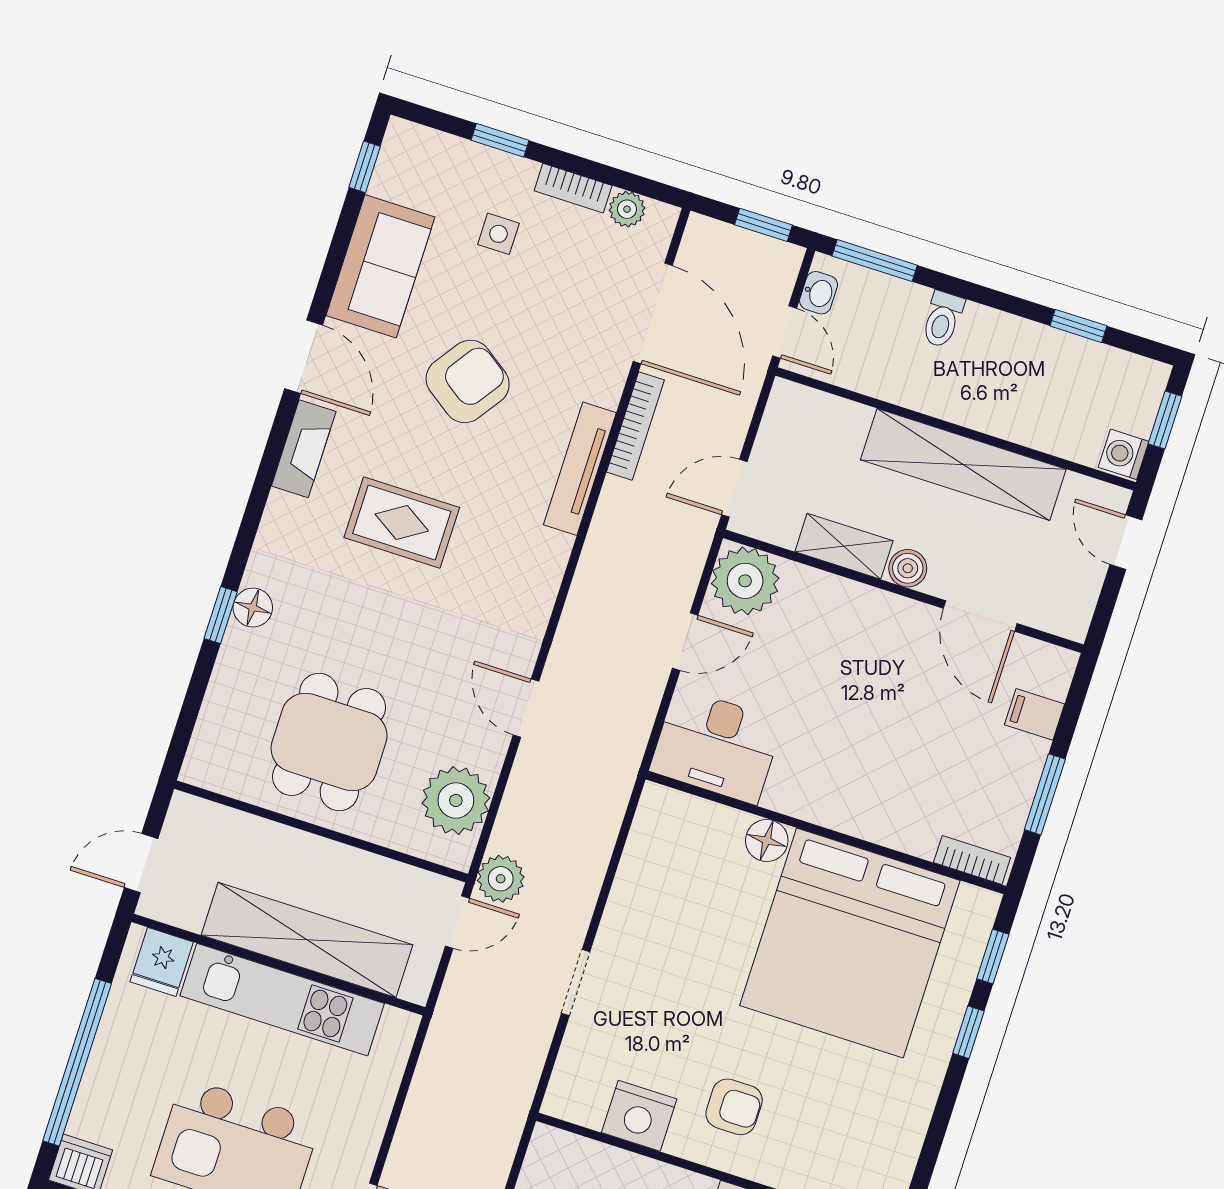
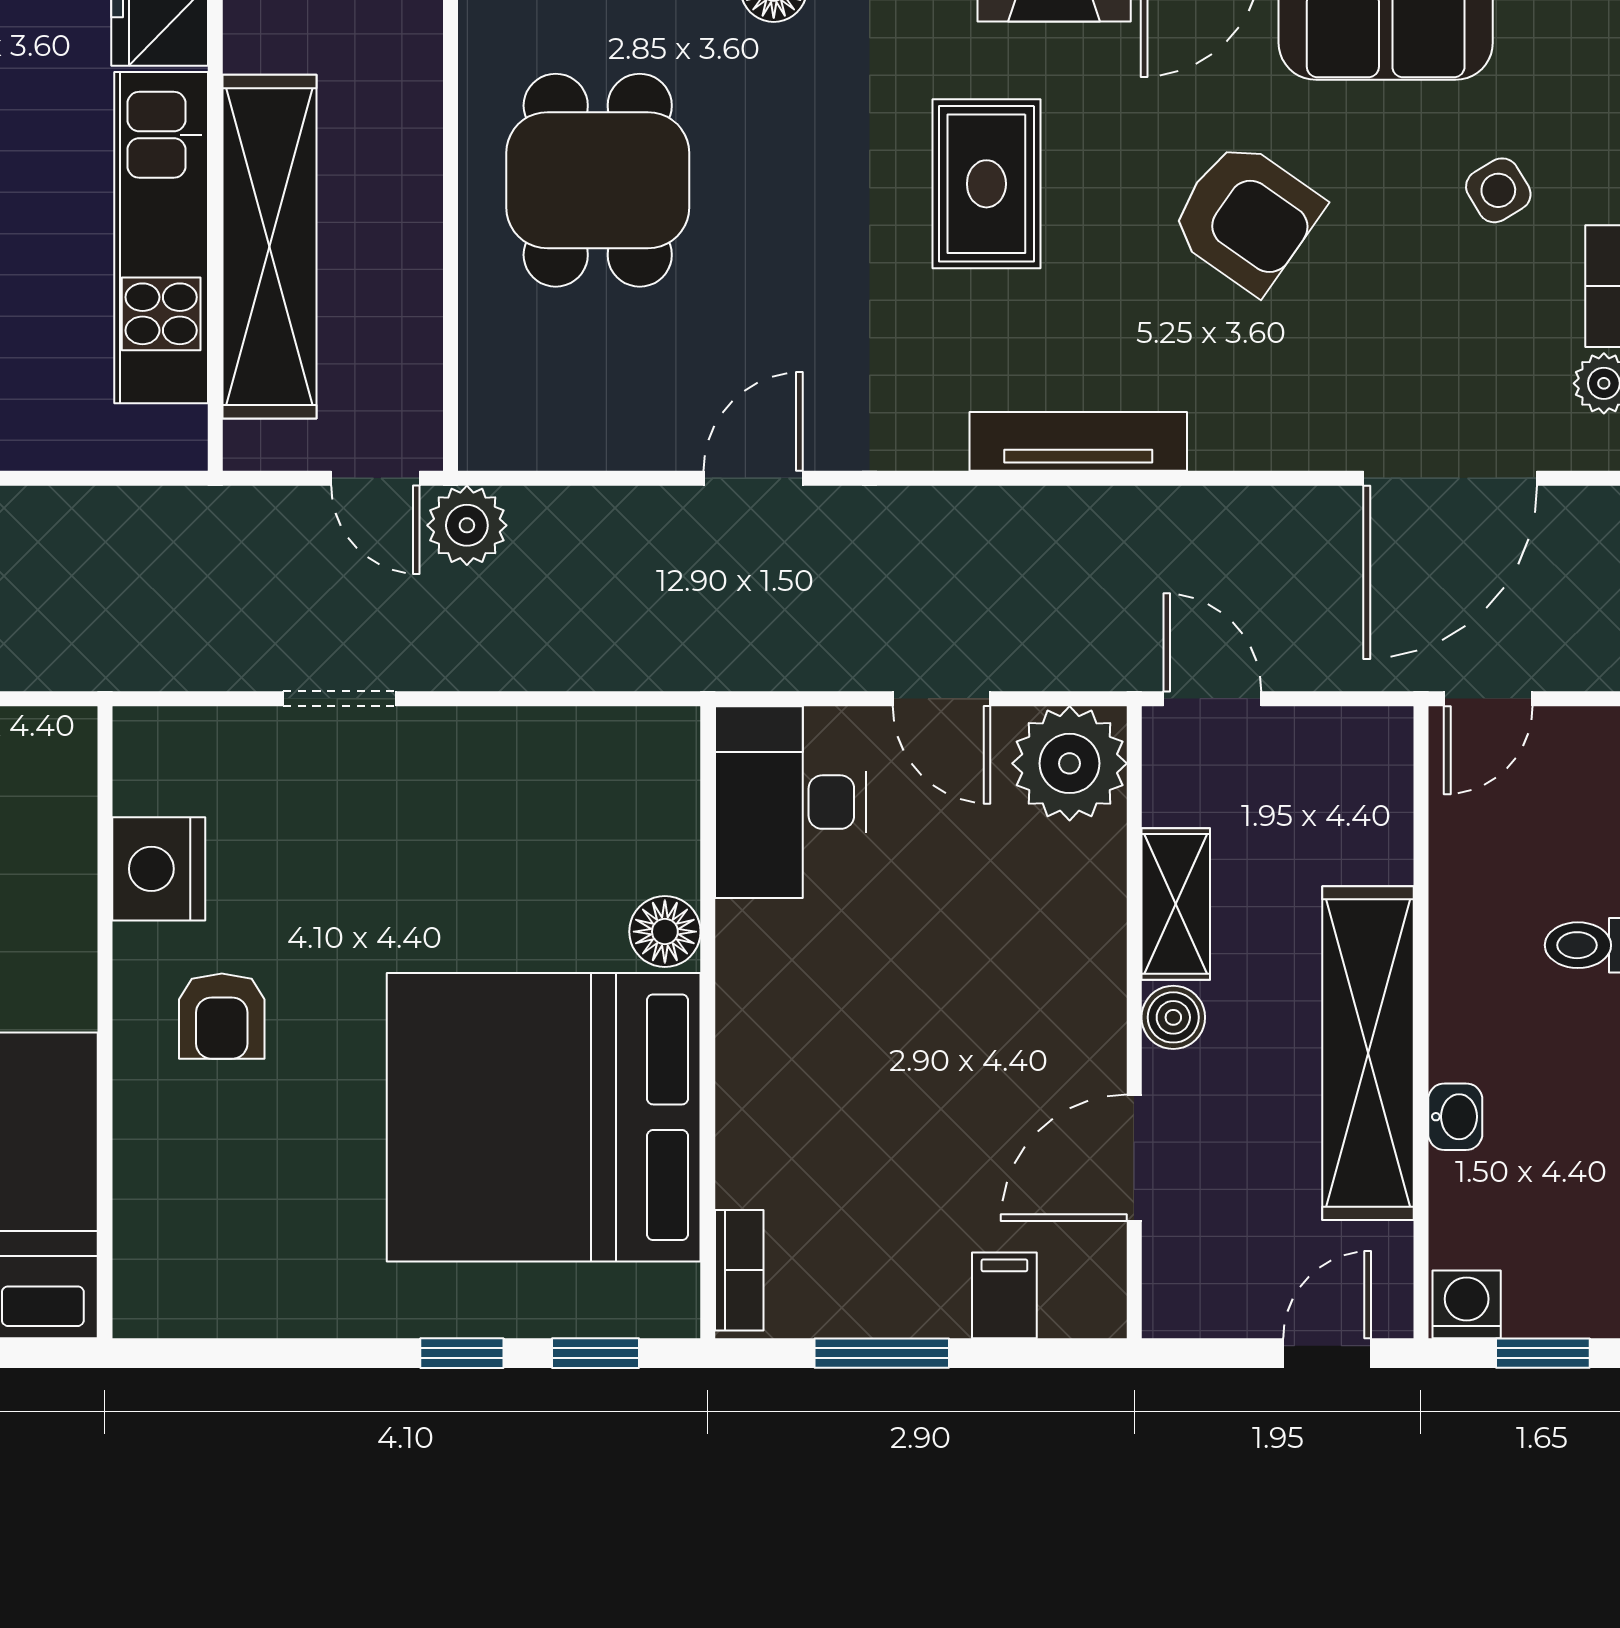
side table: (498, 234) -> (1498, 190), turned -31
washbasin: (819, 293) -> (1455, 1117), moved, turned -90
bookcase: (635, 426) -> (1261, 508), removed
tv unit: (580, 469) -> (1078, 441), moved
dining table: (329, 742) -> (598, 180), turned 90
plant: (456, 800) -> (569, 413), removed

